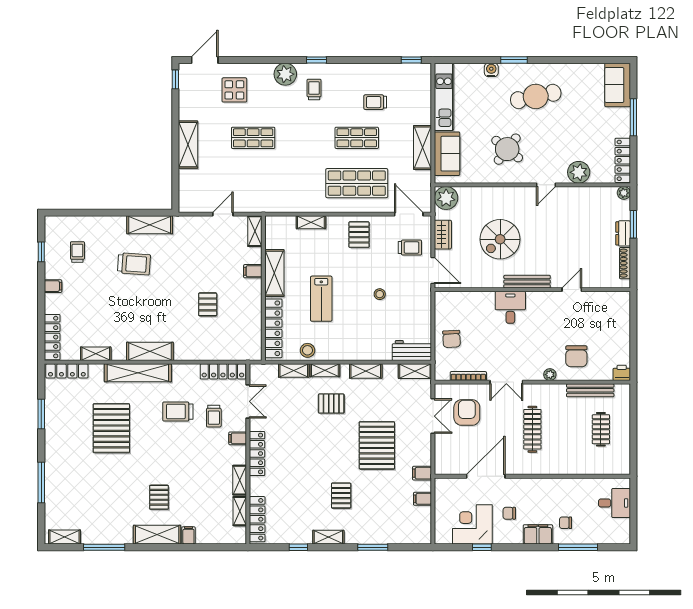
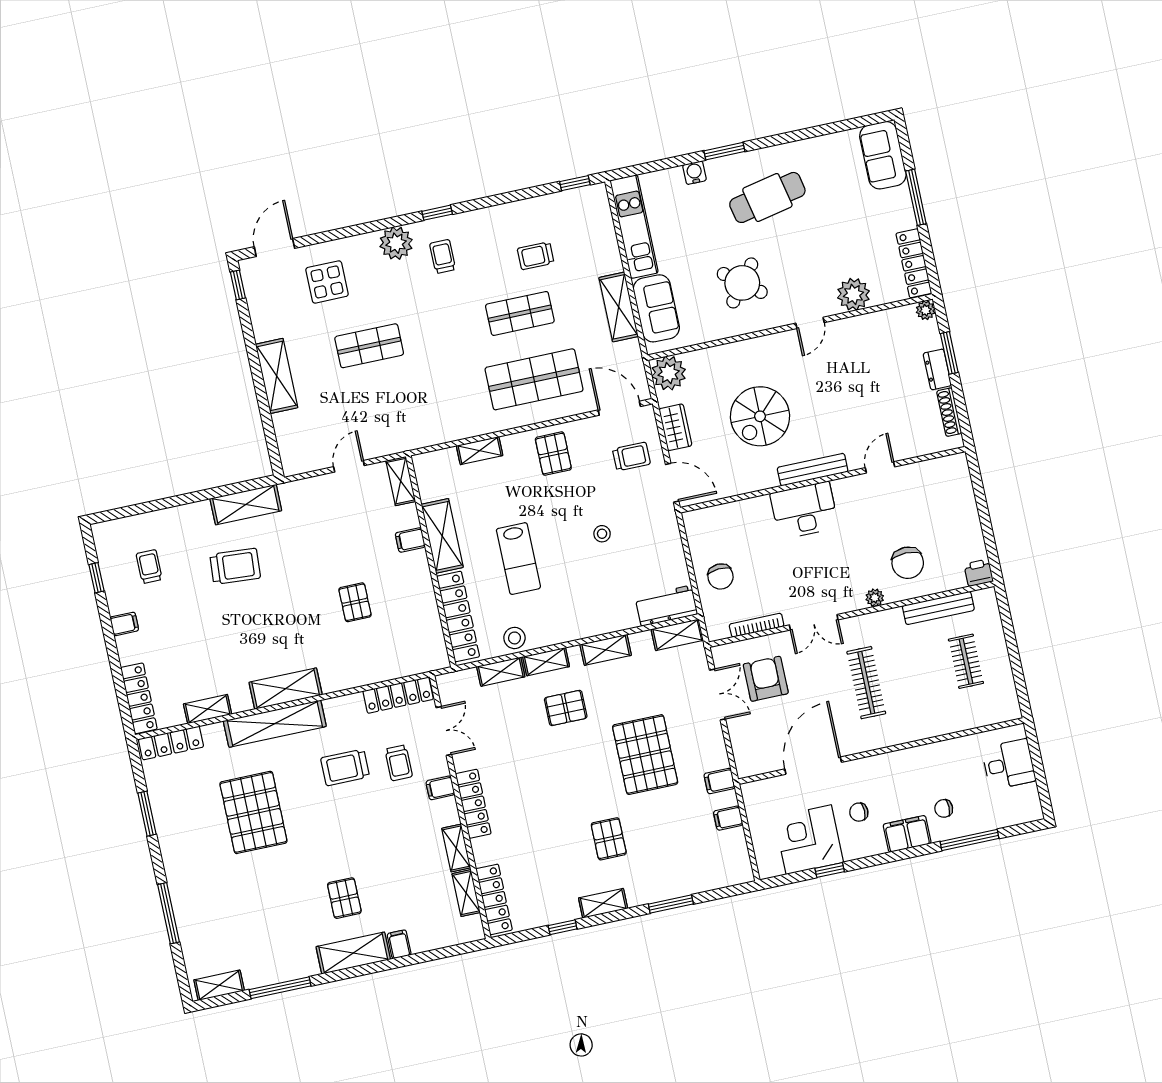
desk: (510, 307) -> (804, 510), width x1.37

